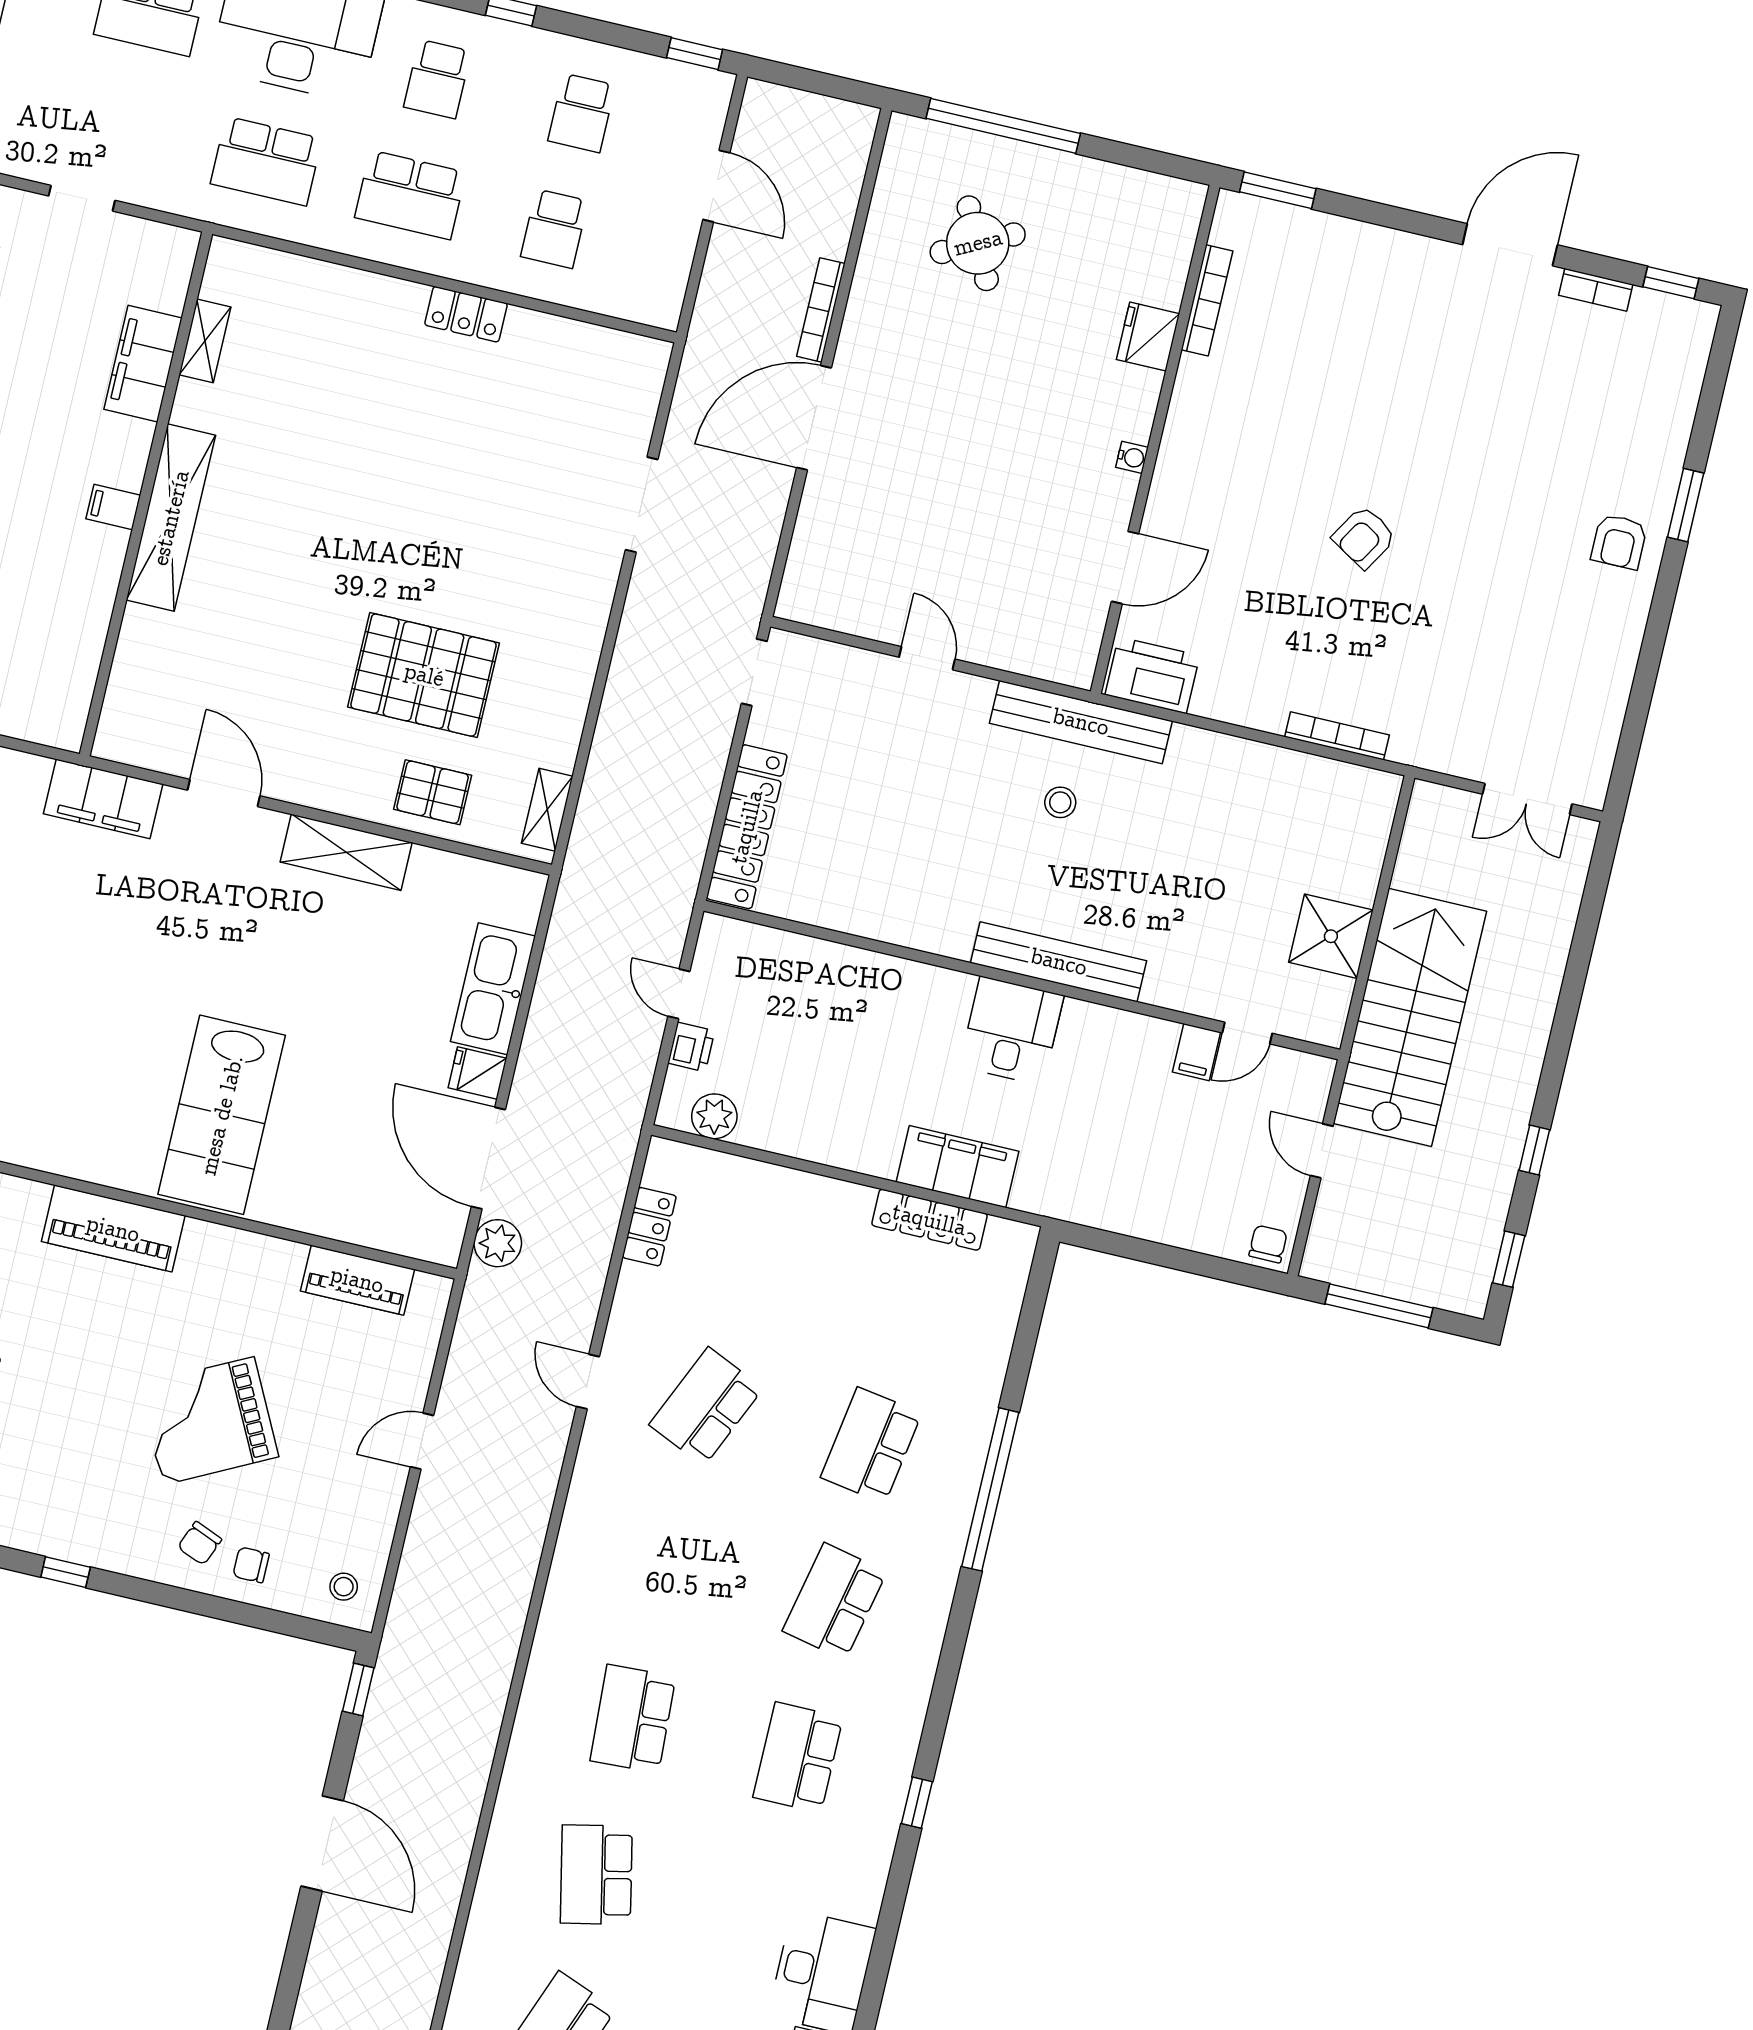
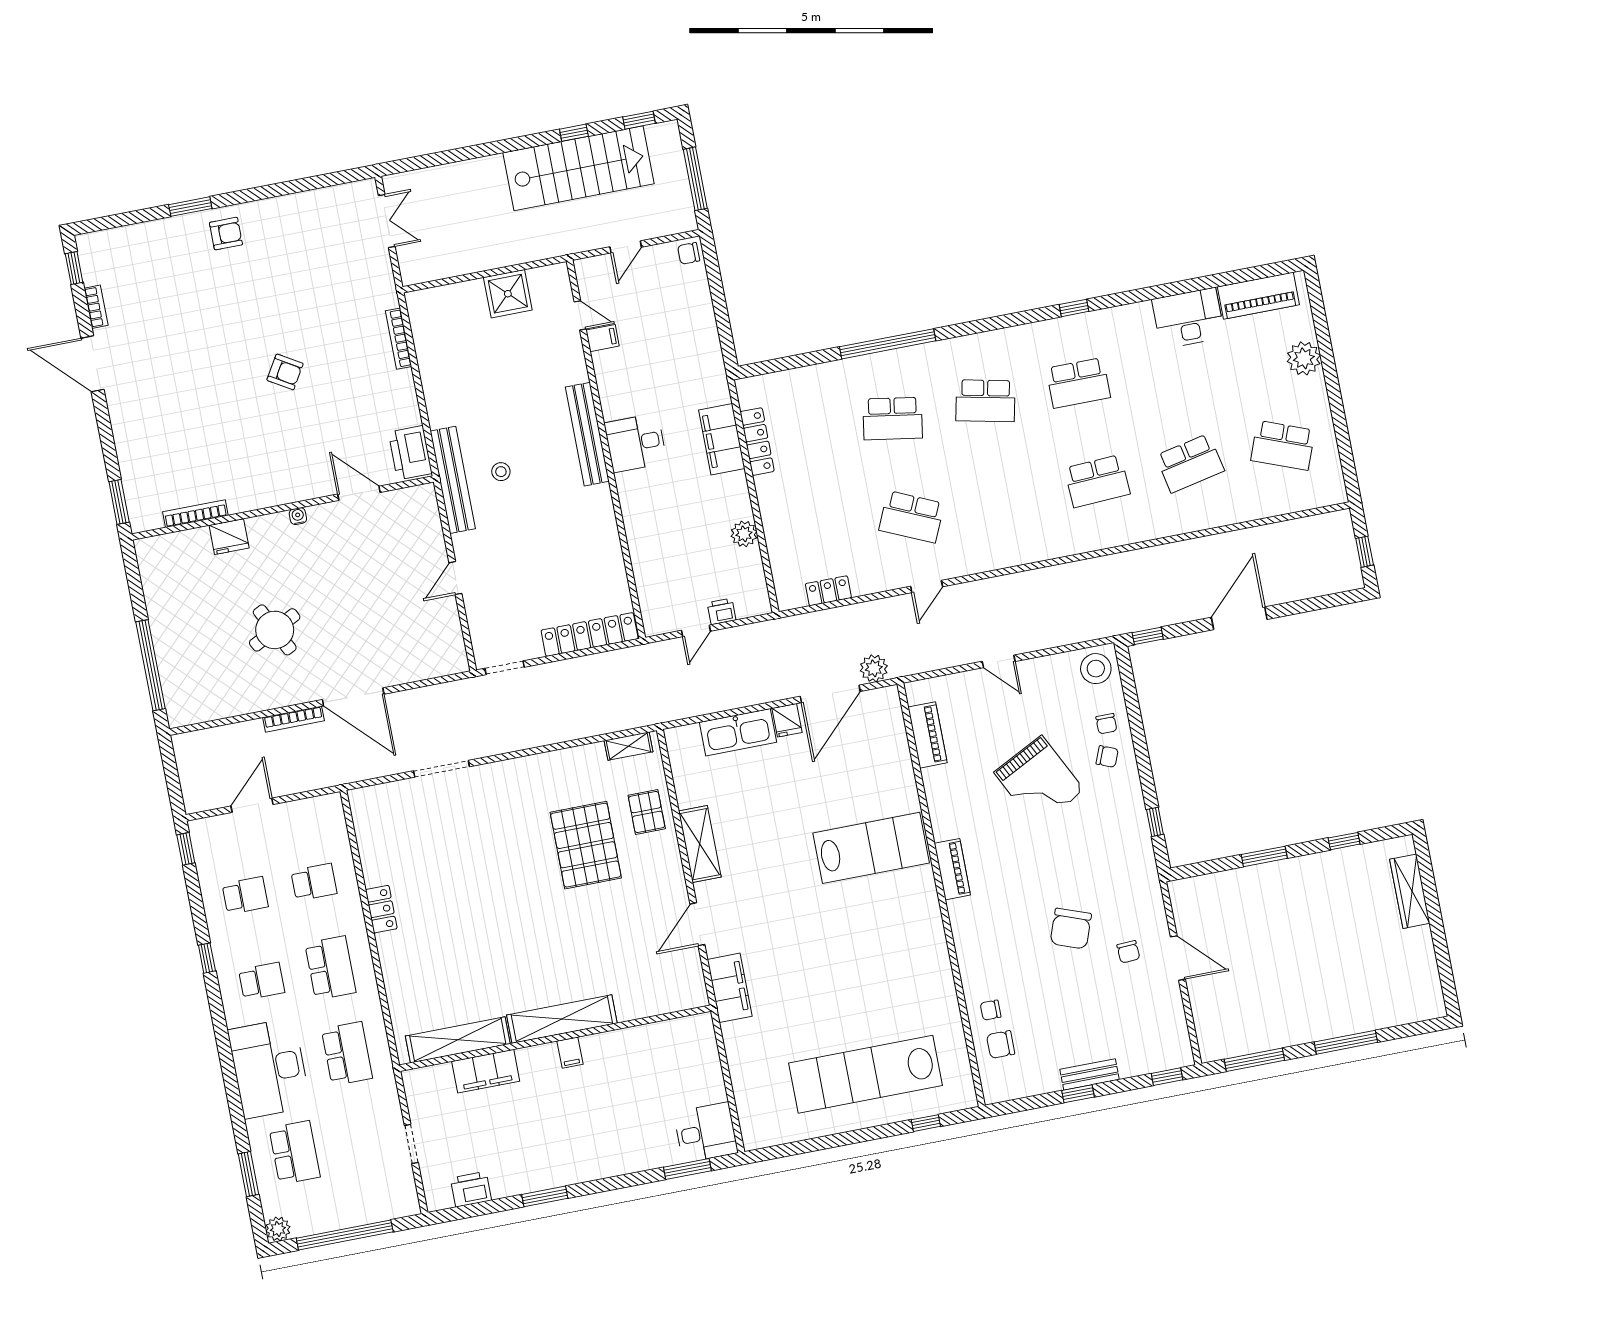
round table: (978, 243) -> (275, 630), moved
shelving: (205, 341) -> (458, 1040), width x2.20, depth x1.33
stairs: (1410, 1017) -> (578, 168), moved, turned 180
plant: (714, 1116) -> (744, 534), moved
piano: (113, 1229) -> (952, 869), width x0.73, depth x0.75
stool: (344, 1587) -> (1096, 669), width x1.89, depth x1.89

